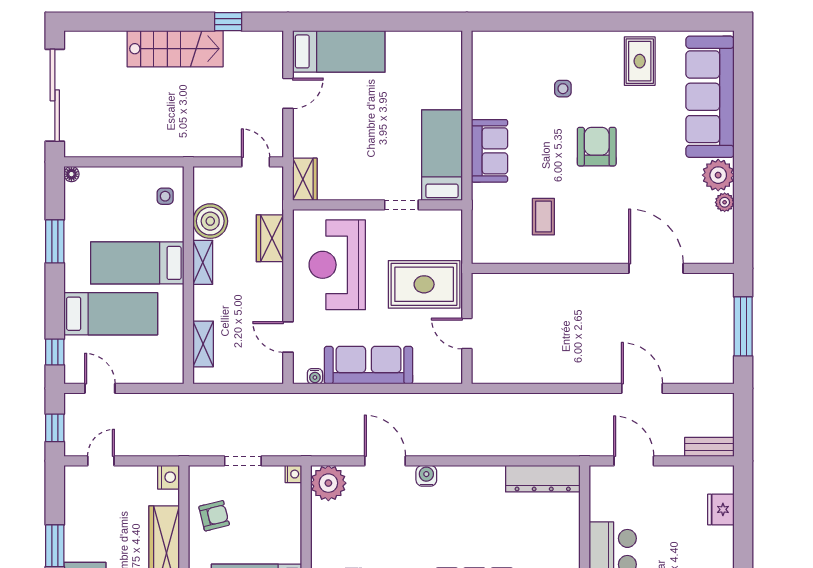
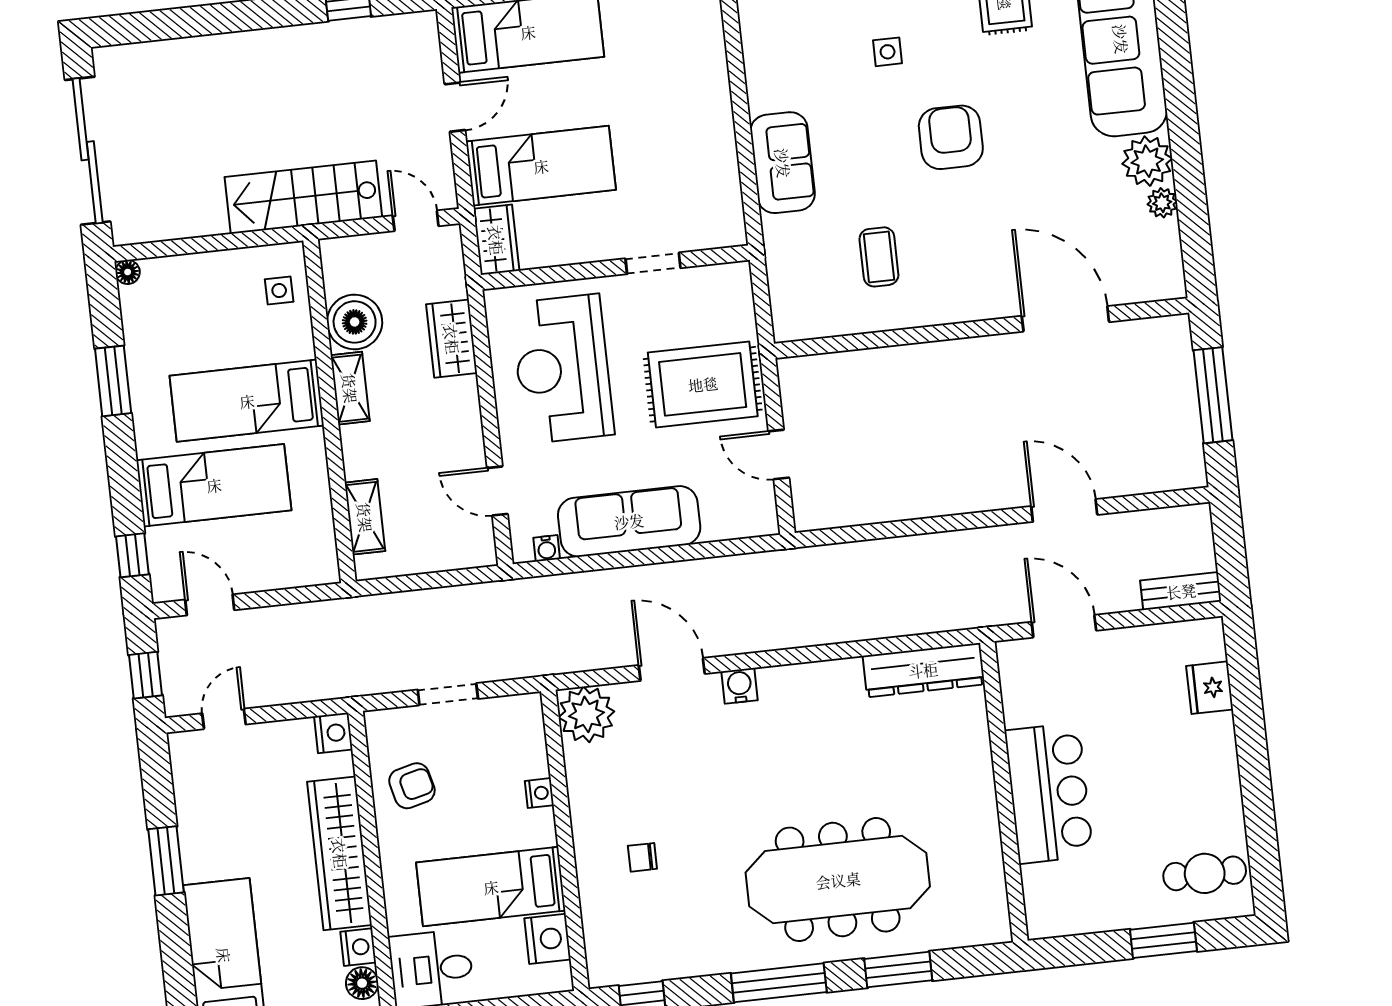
stairs: (175, 49) -> (303, 197), moved, turned 180
bed: (442, 155) -> (541, 166), moved, turned 90
nightstand: (293, 474) -> (539, 793), moved

